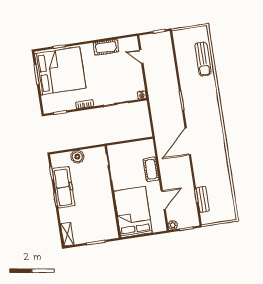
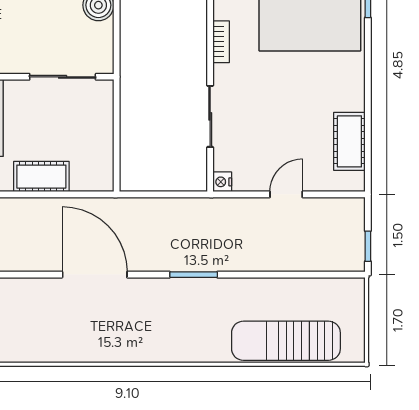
cot: (106, 47) -> (349, 141), moved
door: (141, 57) -> (286, 194), moved
sun lounger: (203, 59) -> (286, 341), width x1.36, depth x1.34

